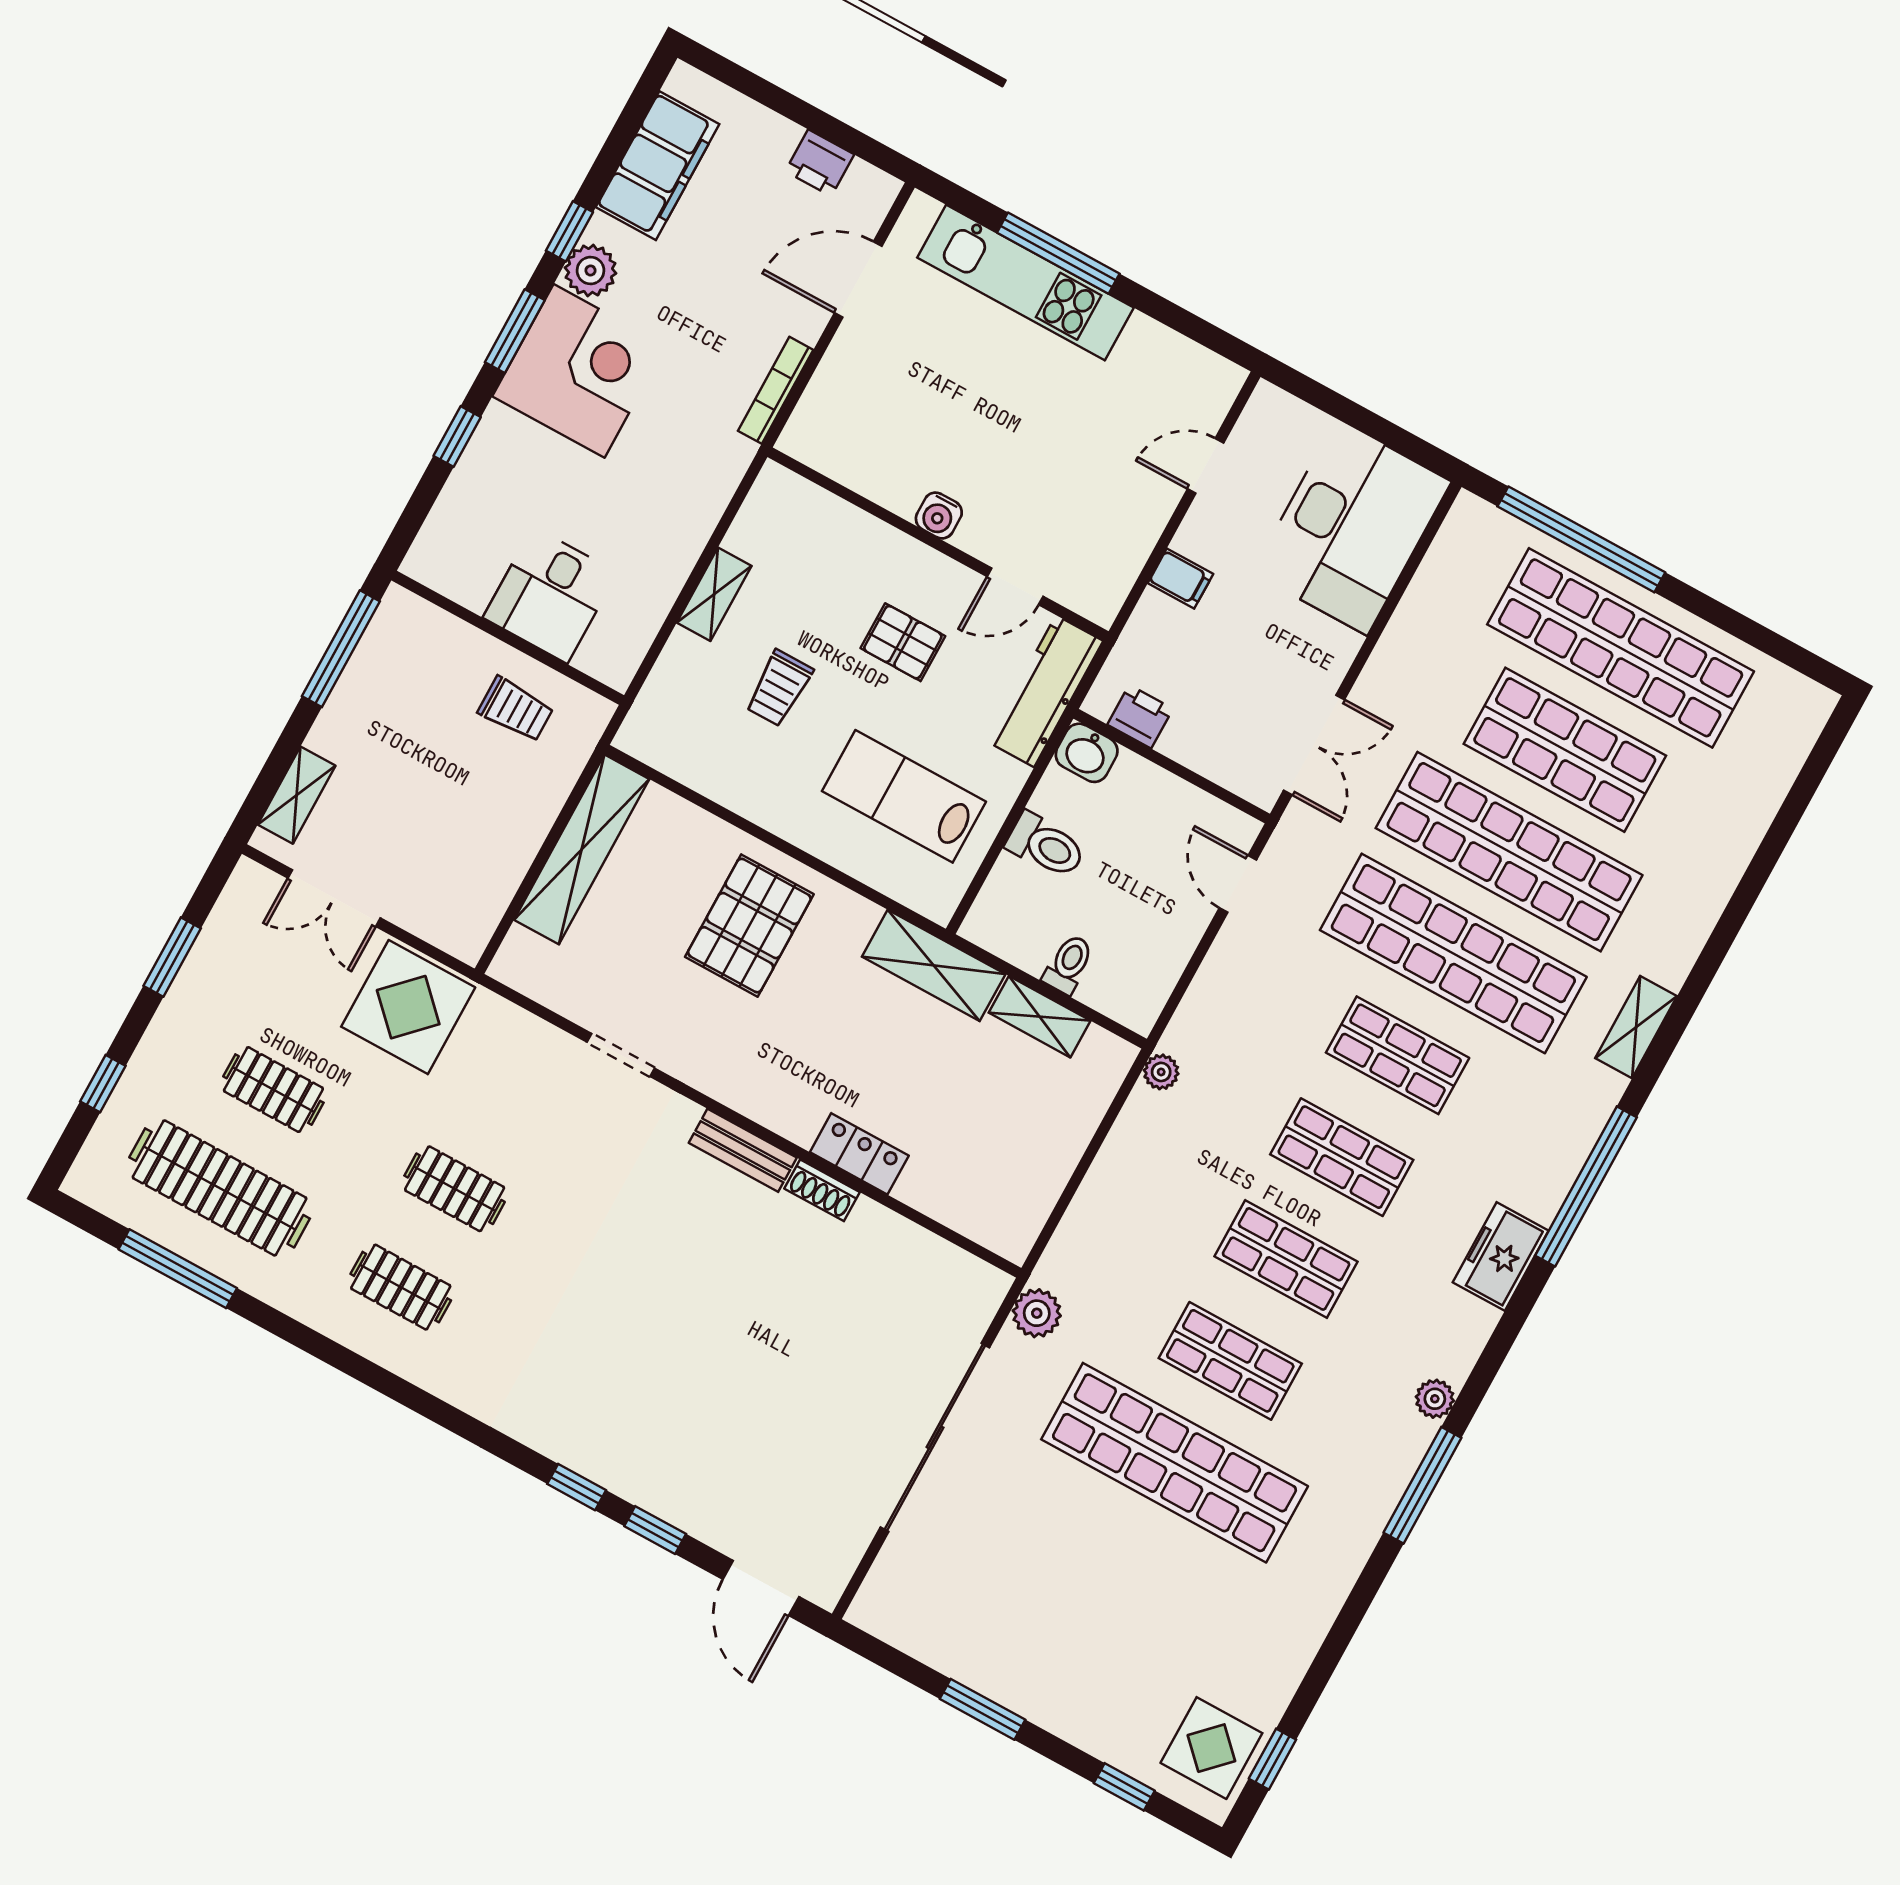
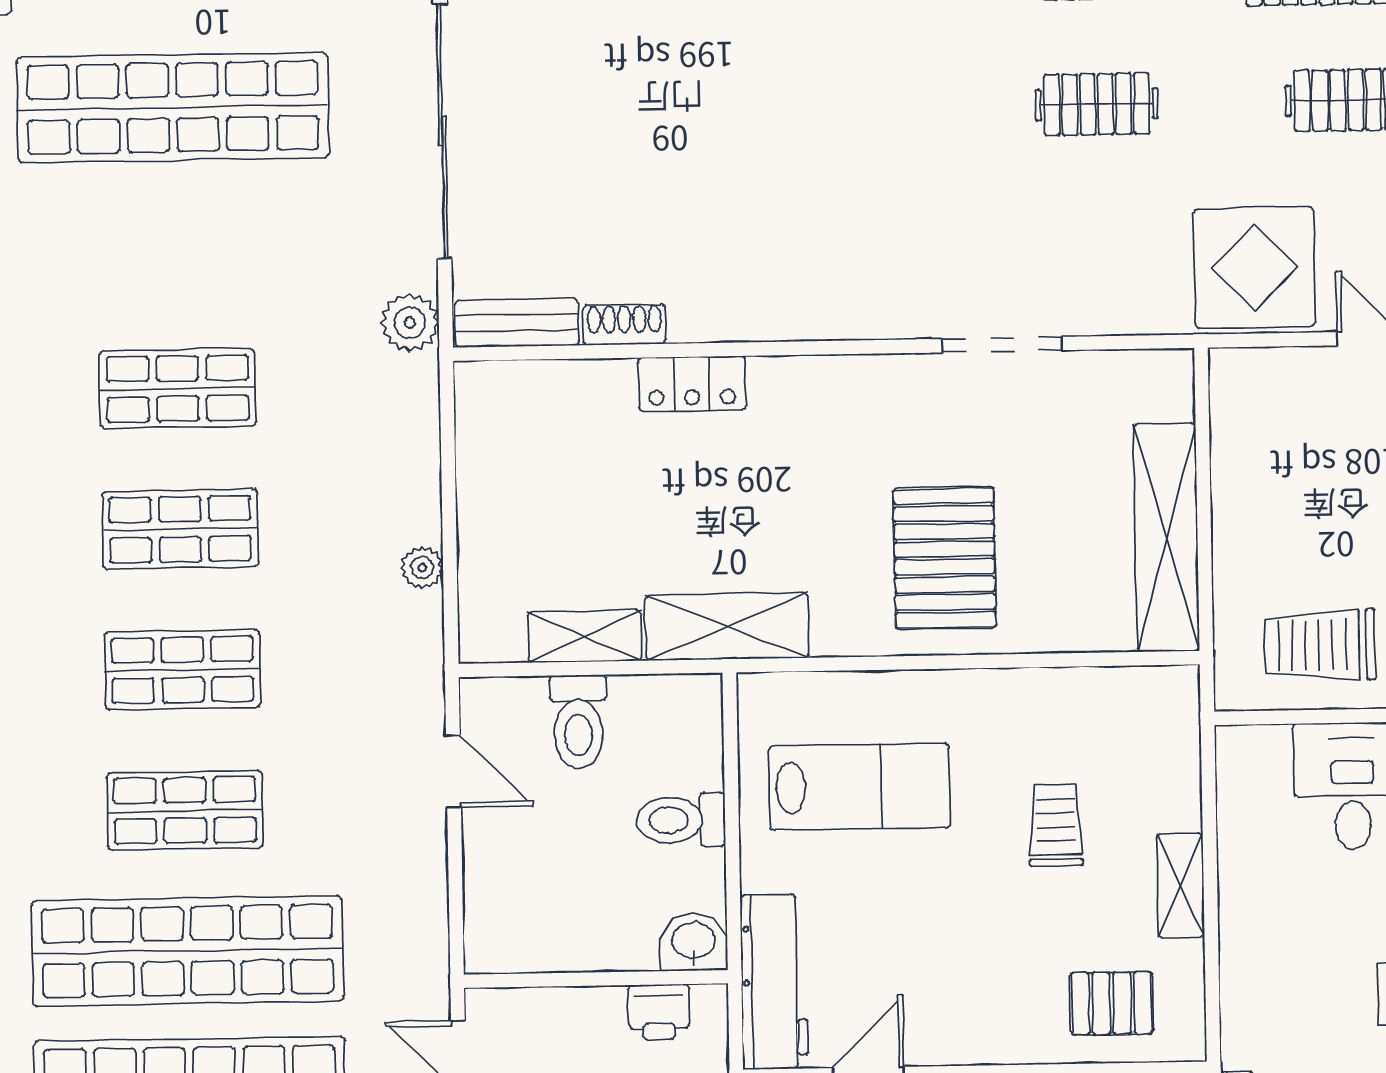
pallet: (903, 642) -> (1112, 1003), moved
trolley: (516, 709) -> (1320, 645), width x1.36, depth x1.39
door: (1238, 884) -> (454, 771), moved
toilet: (1068, 964) -> (578, 722), width x1.37, depth x1.39
doorway: (621, 1055) -> (1002, 345), width x1.38
plant: (1161, 1072) -> (422, 568), moved
bench: (743, 1150) -> (517, 323), moved
shoe rack: (822, 1190) -> (624, 325), moved
shop shelf: (1175, 1463) -> (173, 107), moved

